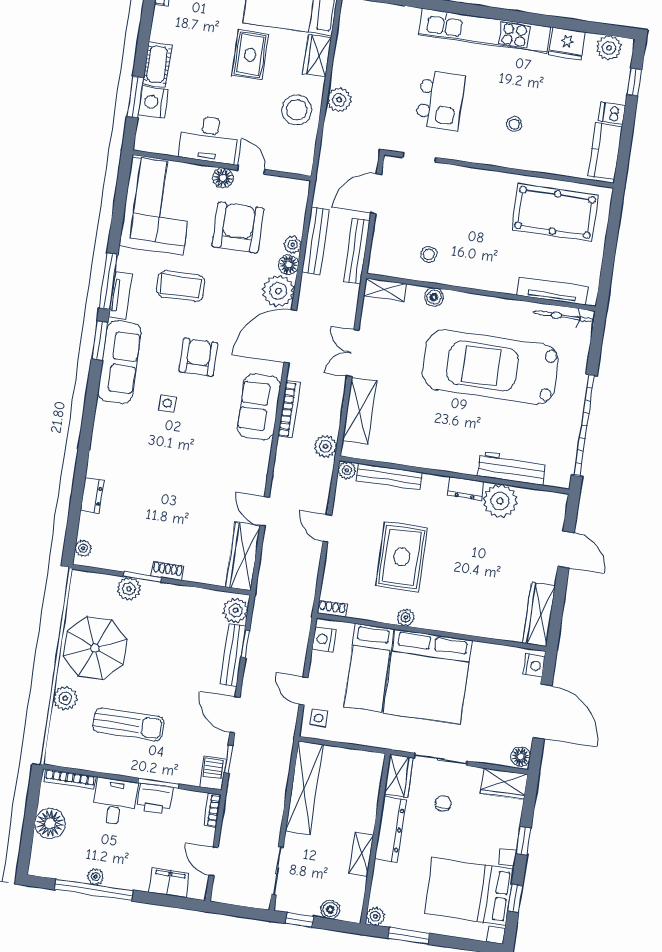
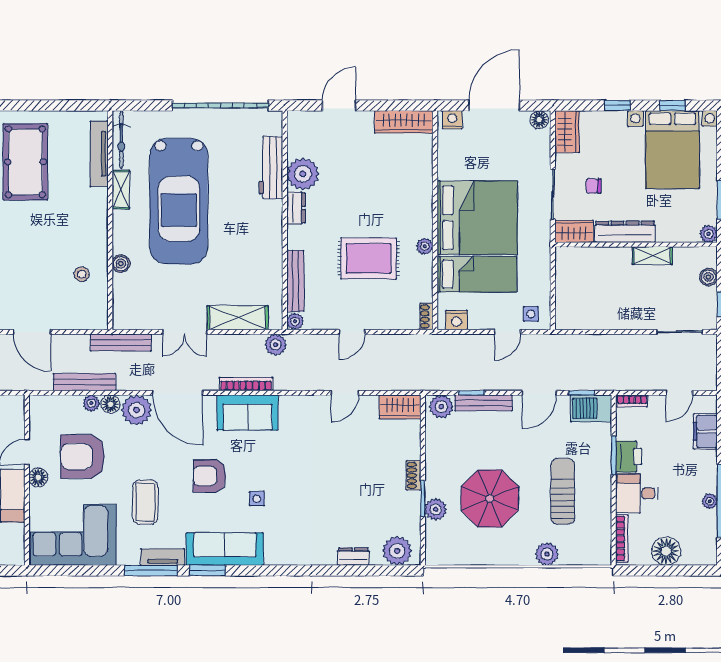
bench: (356, 251) -> (121, 342), moved
shelving: (385, 290) -> (121, 190), moved
plant: (83, 548) -> (397, 551), width x1.88, depth x1.88
wardrobe: (243, 556) -> (400, 407), width x0.67
parasol: (95, 648) -> (490, 498), moved
barbecue: (213, 773) -> (591, 408), width x1.38, depth x1.27
shelving: (304, 788) -> (598, 318), removed

